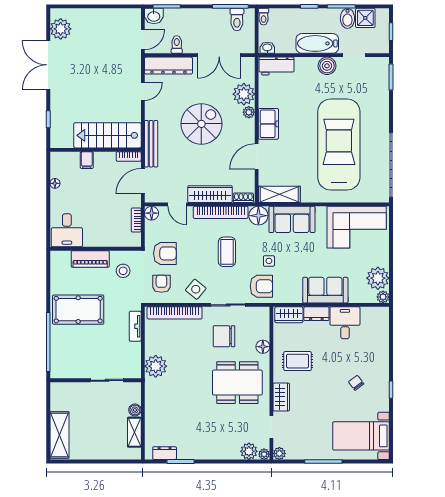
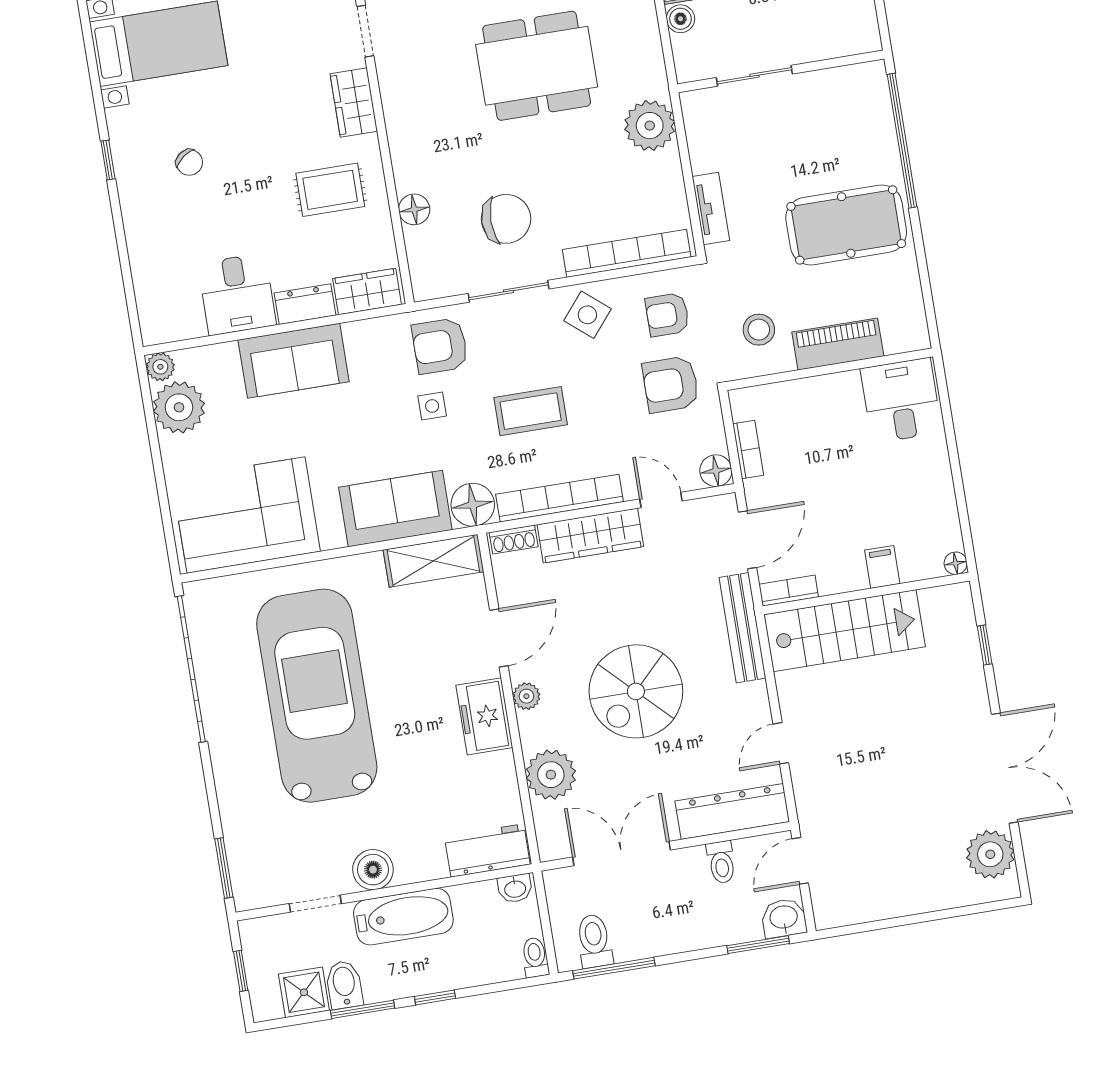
plant: (249, 112) -> (526, 696), moved
car: (339, 145) -> (317, 696), turned 180
floor lamp: (55, 183) -> (956, 563), moved
coffee table: (227, 252) -> (531, 411), turned 90
armchair: (161, 284) -> (667, 315), turned 90
dining table: (237, 383) -> (537, 66), moved

